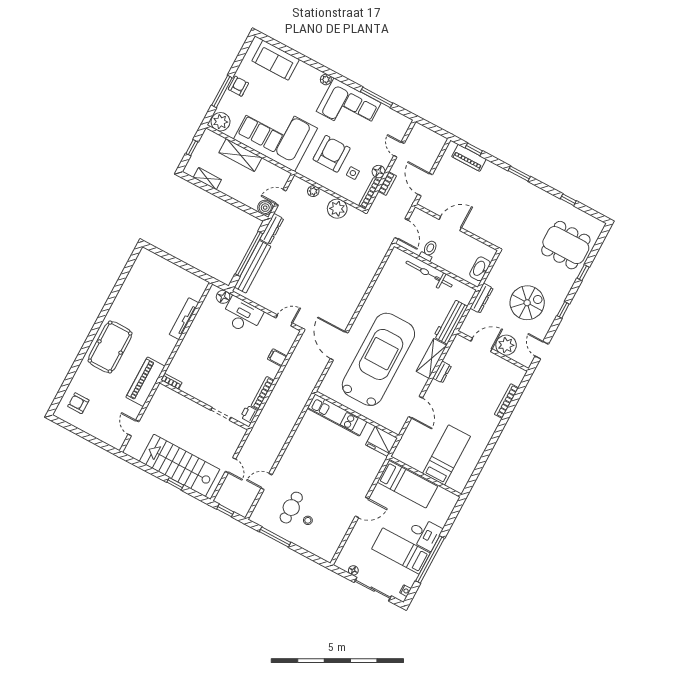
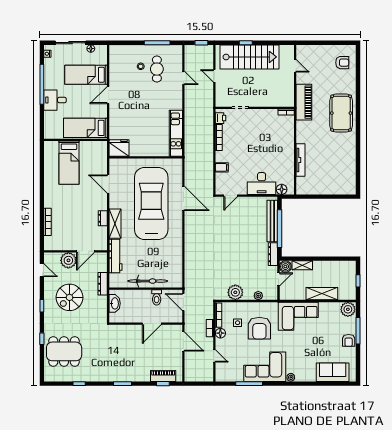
corner sofa: (276, 134) -> (298, 316), width x0.73, depth x0.74
shelving: (207, 179) -> (302, 265), moved
car: (378, 359) -> (151, 203), turned 180
kitchen unit: (337, 415) -> (176, 133), moved, turned -90
door: (267, 482) -> (183, 78), hinge flipped
bed: (401, 551) -> (86, 75), moved, turned 180

